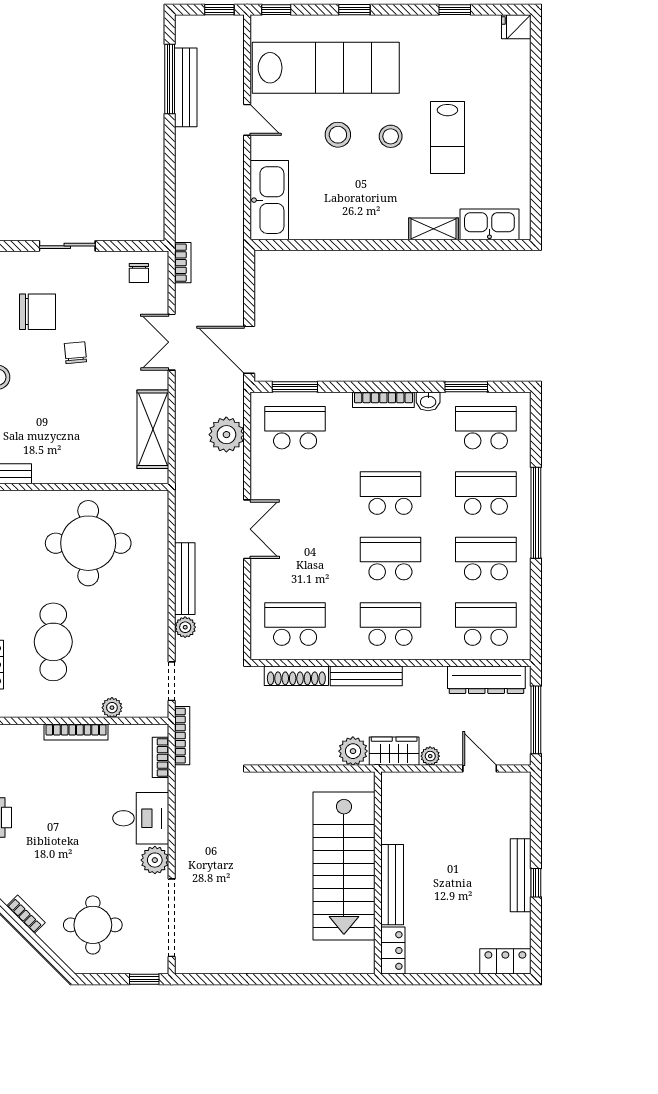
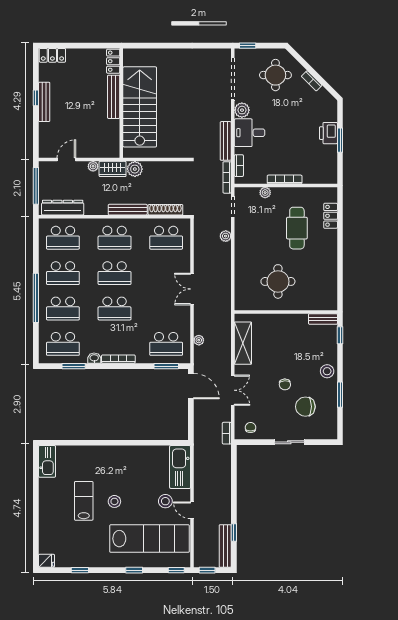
lab bench: (326, 68) -> (149, 539), turned 180
window: (170, 79) -> (234, 532), width x0.46
bench: (186, 87) -> (225, 546), moved
stool: (338, 135) -> (165, 501), moved
kitchen sink: (489, 224) -> (47, 461), moved, turned -90
shelving: (433, 229) -> (91, 451), removed
plant: (226, 435) -> (199, 340), width x0.53, depth x0.53
round table: (88, 543) -> (278, 281), width x0.73, depth x0.73
bench: (185, 579) -> (226, 141), moved
door: (480, 769) -> (66, 160), swing flipped

